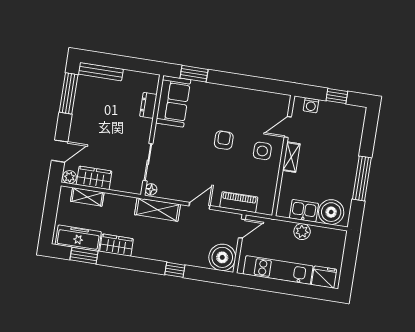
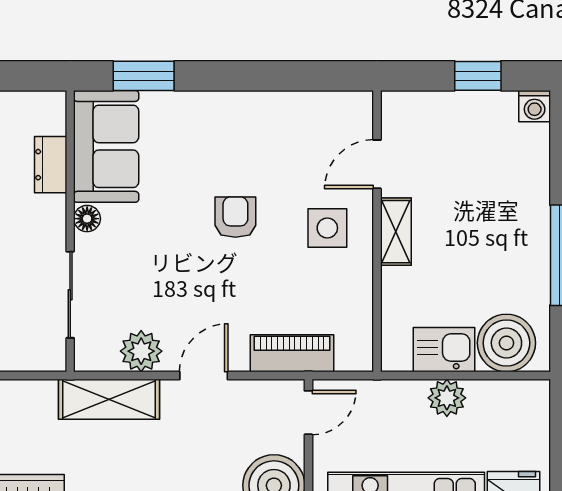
washing machine: (311, 105) -> (535, 106), moved
floor lamp: (151, 189) -> (87, 219), moved
plant: (175, 191) -> (141, 351), added

